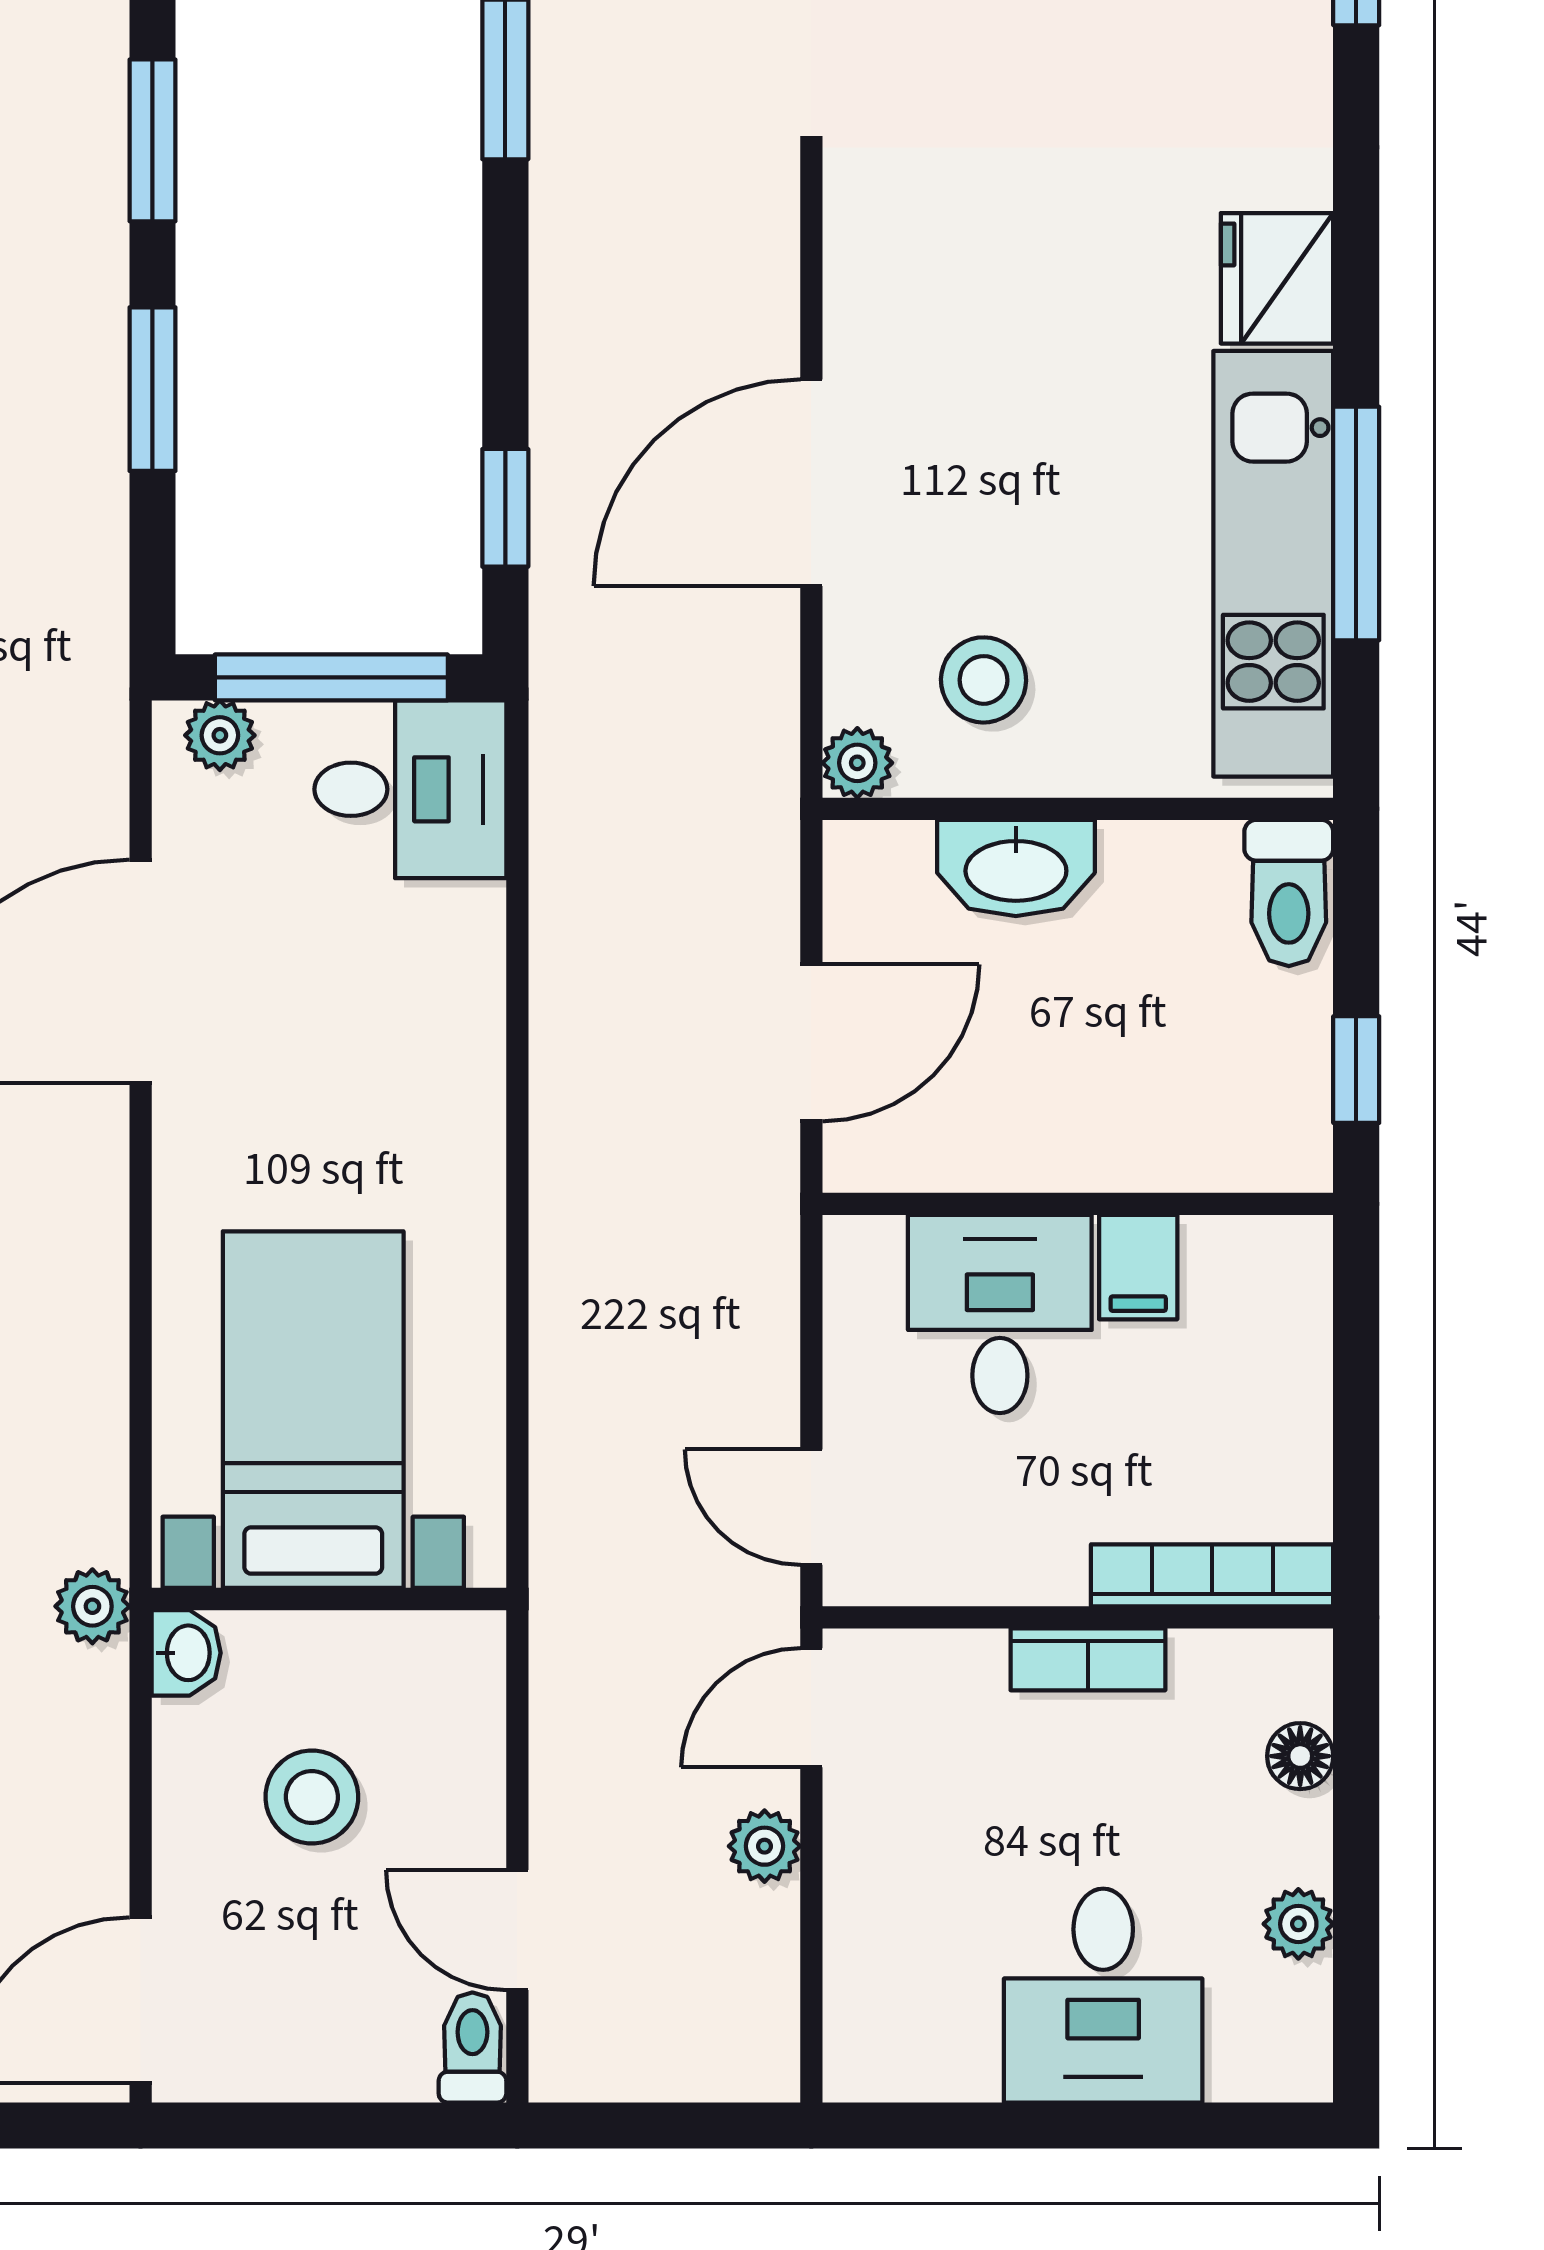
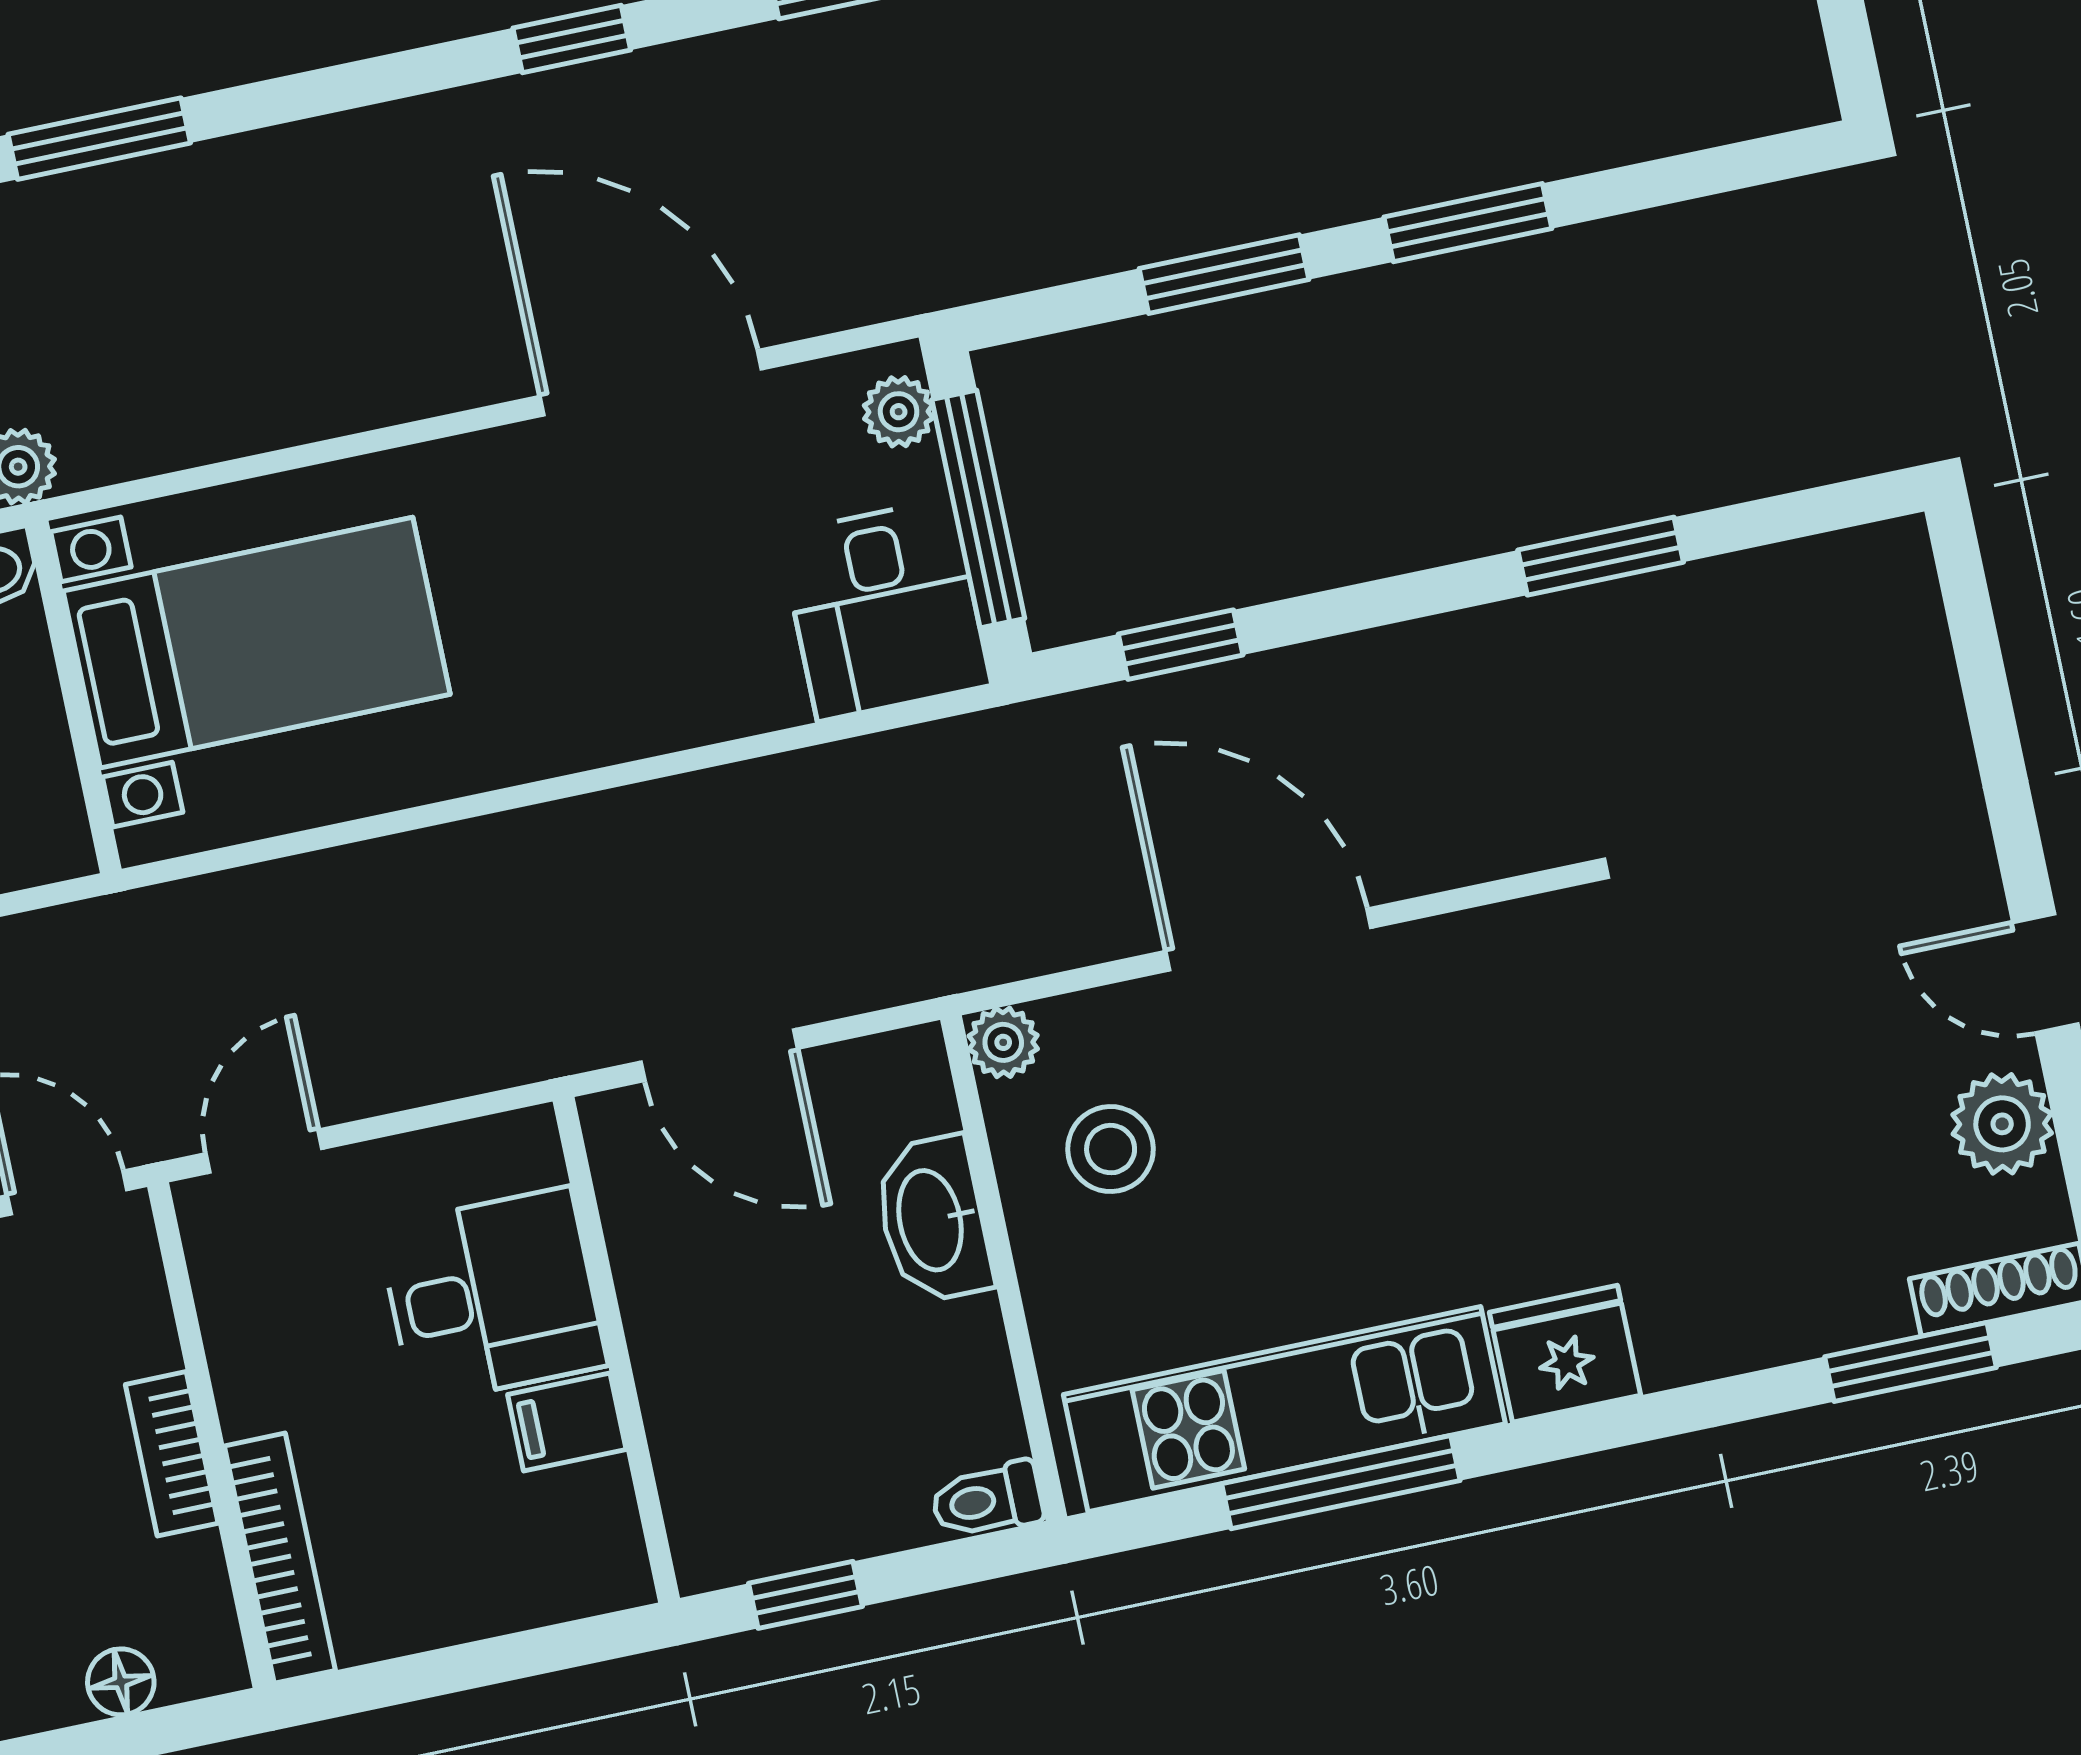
toilet: (1289, 893) -> (987, 1500), width x0.73, depth x0.72

